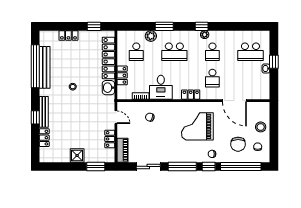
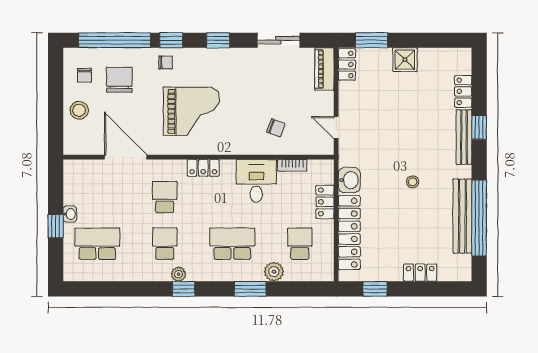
locker: (110, 139) -> (347, 64), moved
window: (182, 166) -> (218, 40), width x0.46

